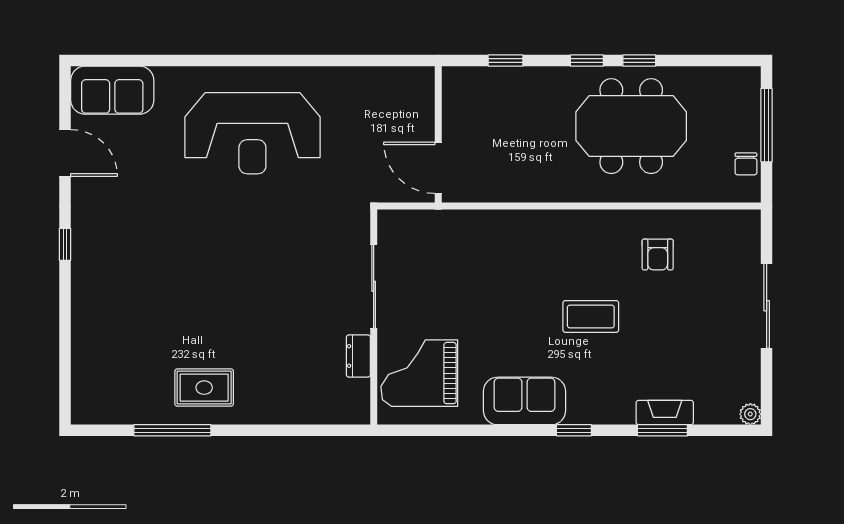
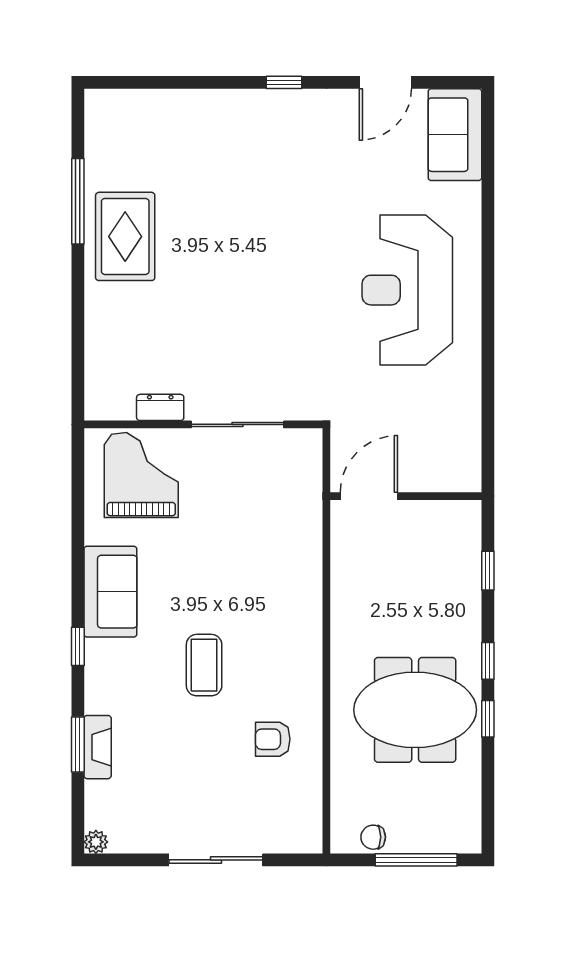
meeting table: (631, 126) -> (415, 710), turned 90
rug: (204, 388) -> (125, 236), width x1.36, depth x1.43

